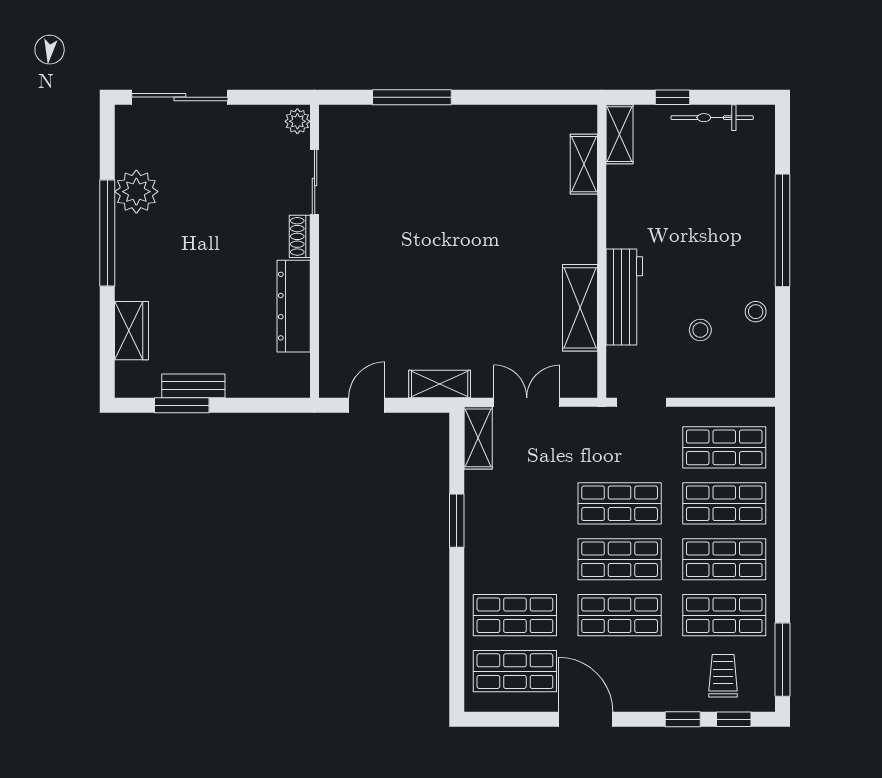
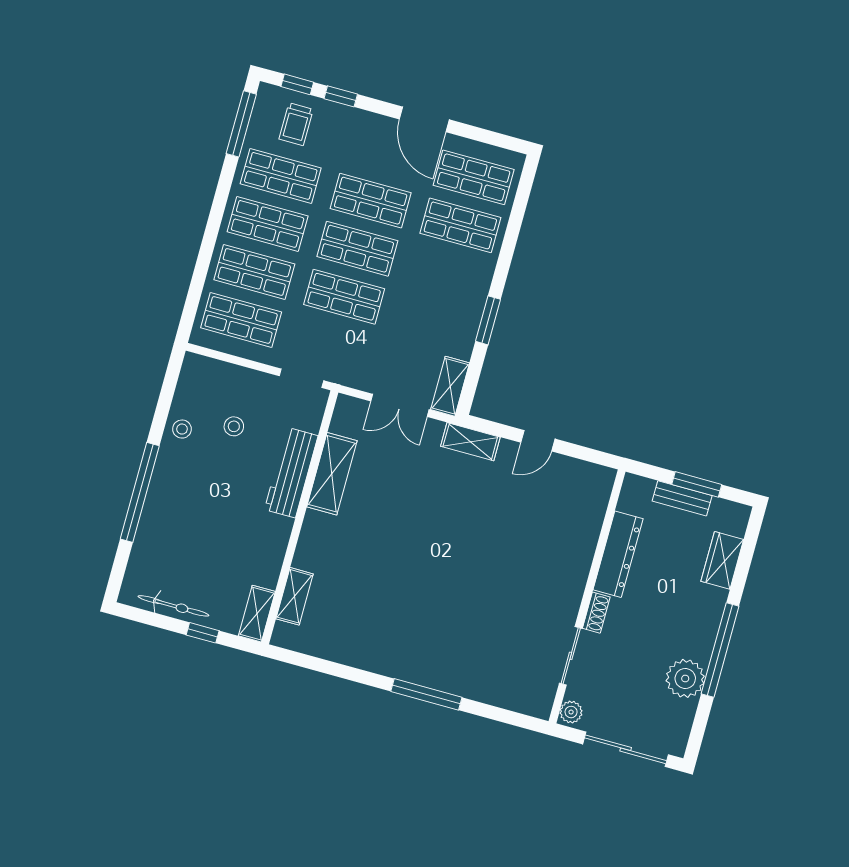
plant: (297, 121) -> (571, 712), moved
sliding door: (315, 182) -> (571, 656), moved
shoe rack: (300, 236) -> (596, 613), moved
wall: (315, 251) -> (587, 596), moved
dresser: (294, 306) -> (618, 554), moved

